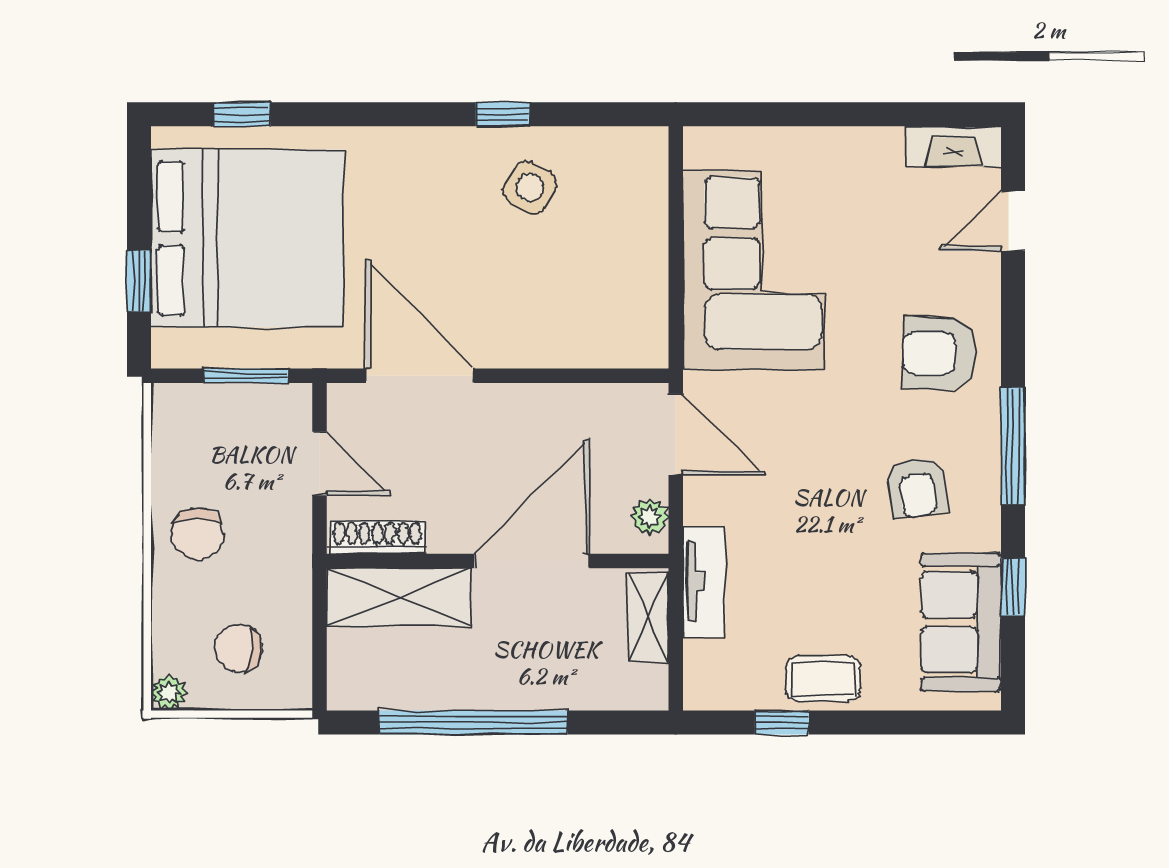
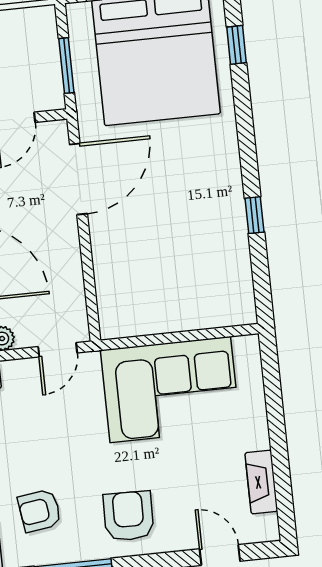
fireplace: (954, 146) -> (261, 482), moved
side table: (530, 187) -> (209, 238), removed
door: (676, 434) -> (58, 350), width x0.73

